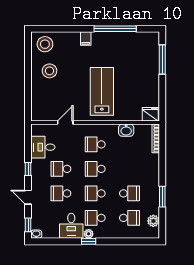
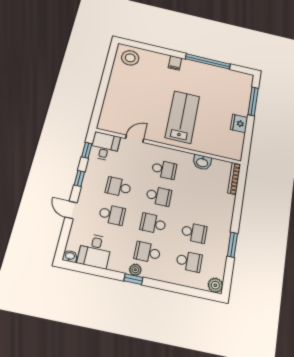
stool: (49, 71) -> (129, 84), removed
fridge: (150, 114) -> (239, 123), moved, turned -90
school desk: (95, 144) -> (164, 169), turned 180
desk: (43, 147) -> (105, 146), moved, turned 90
school desk: (95, 169) -> (159, 196), turned 180
school desk: (61, 193) -> (112, 215), turned 180
plant: (153, 221) -> (215, 285), moved
window: (28, 225) -> (87, 150), moved
desk: (71, 226) -> (95, 251), moved

